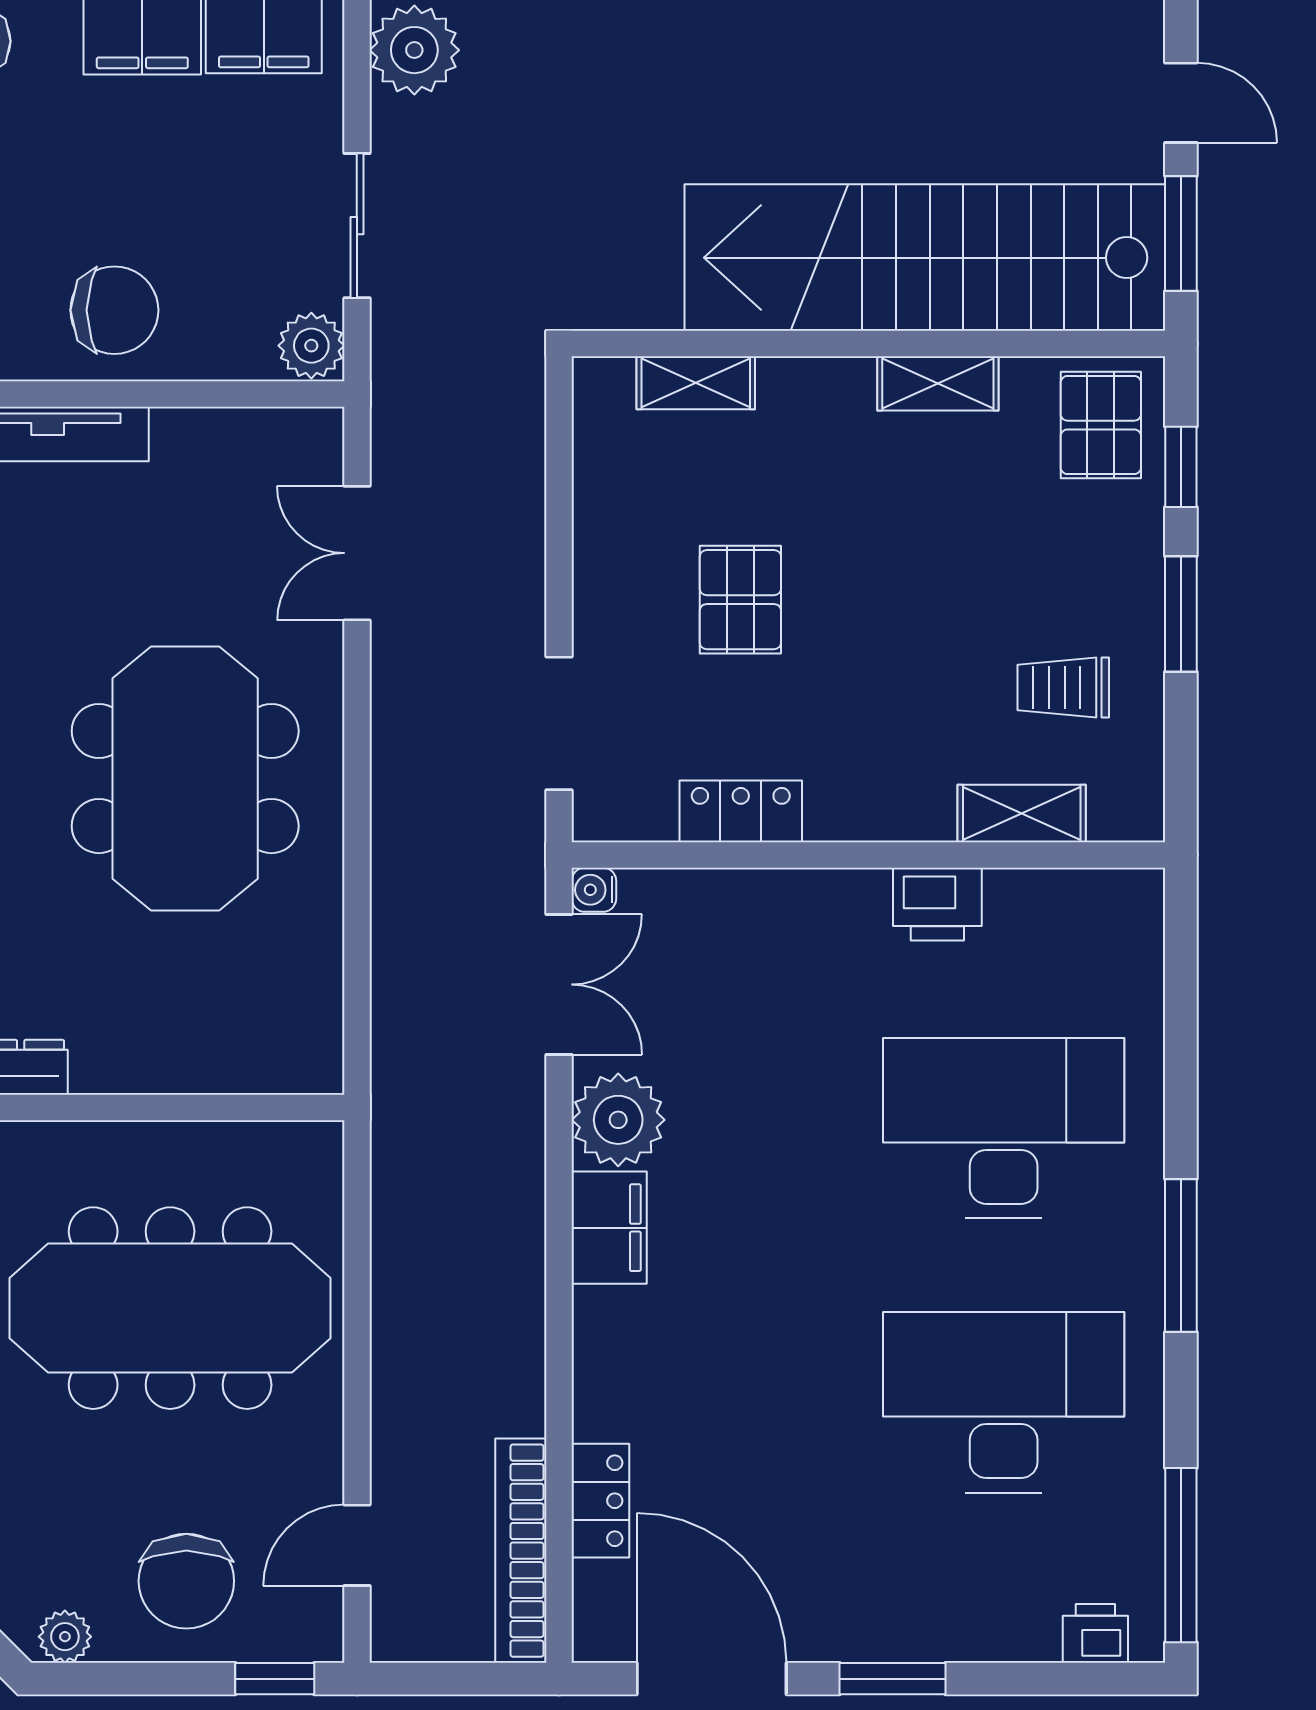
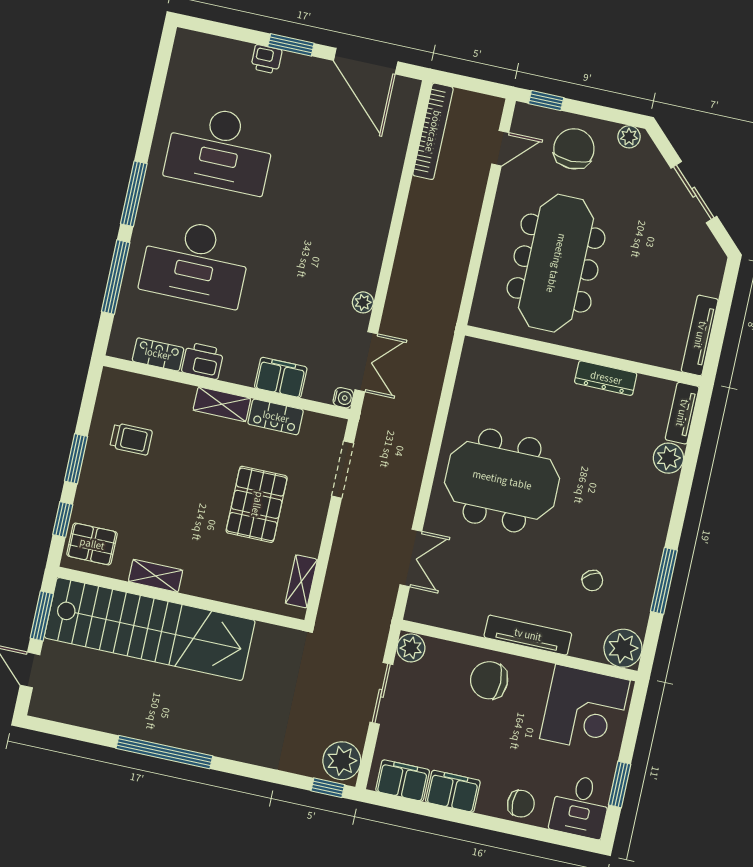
shelving: (696, 383) -> (301, 581), moved, turned 90
pallet: (1101, 425) -> (92, 544), turned 90
pallet: (740, 600) -> (257, 504), width x1.50, depth x1.42
meeting table: (185, 779) -> (502, 480), turned 90
shelving: (1022, 813) -> (222, 404), moved
double door: (559, 984) -> (366, 362), swing flipped
plant: (618, 1120) -> (363, 302), width x0.53, depth x0.53
filing cabinet: (609, 1228) -> (281, 377), moved, turned 90
meeting table: (170, 1308) -> (556, 263), turned 90
locker: (600, 1501) -> (158, 354), moved, turned 90
window: (1181, 1555) -> (116, 277), moved
printer: (1095, 1633) -> (266, 59), moved

